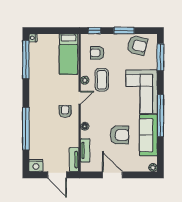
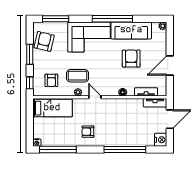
armchair: (65, 111) -> (88, 132), moved

